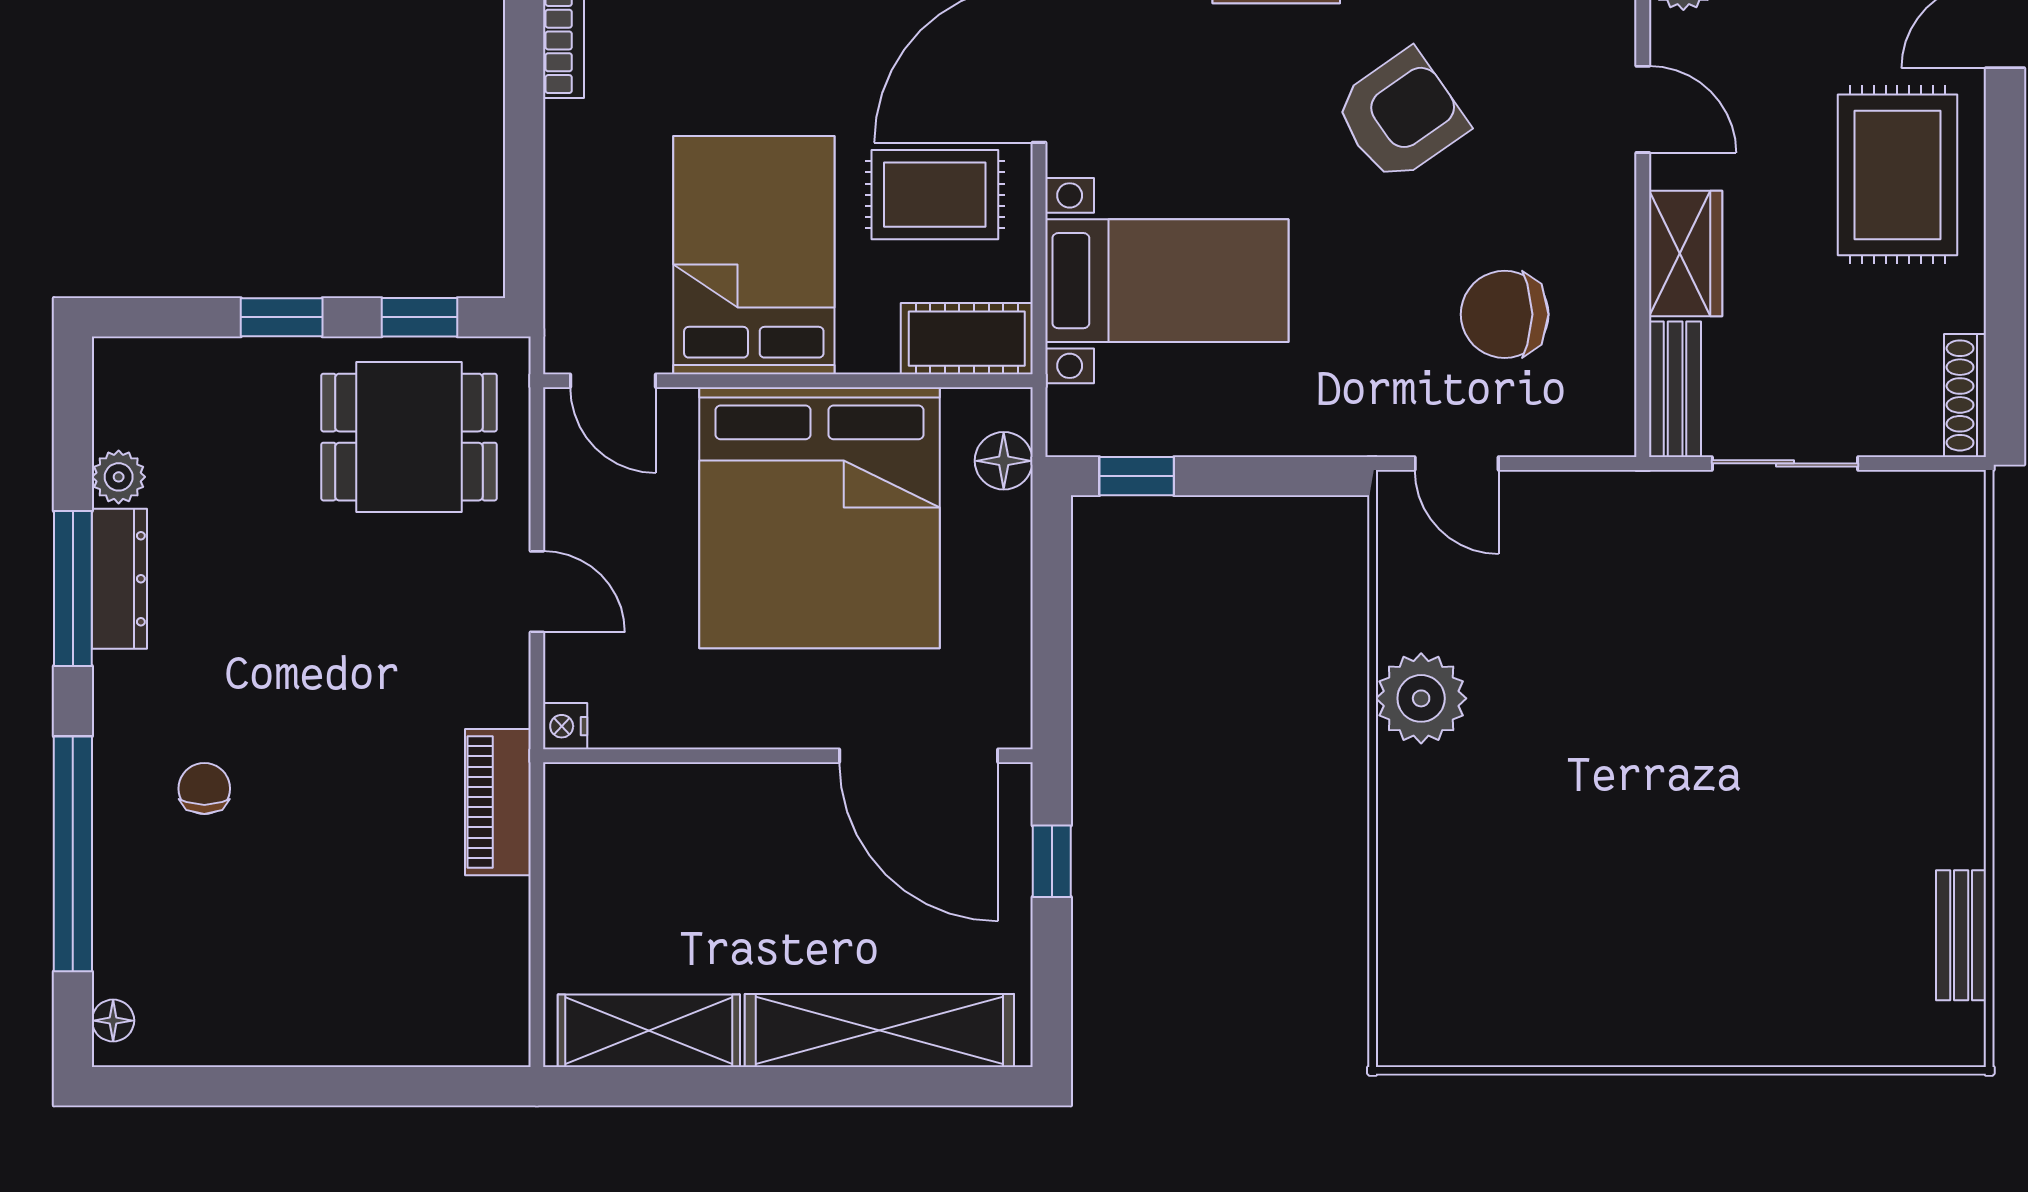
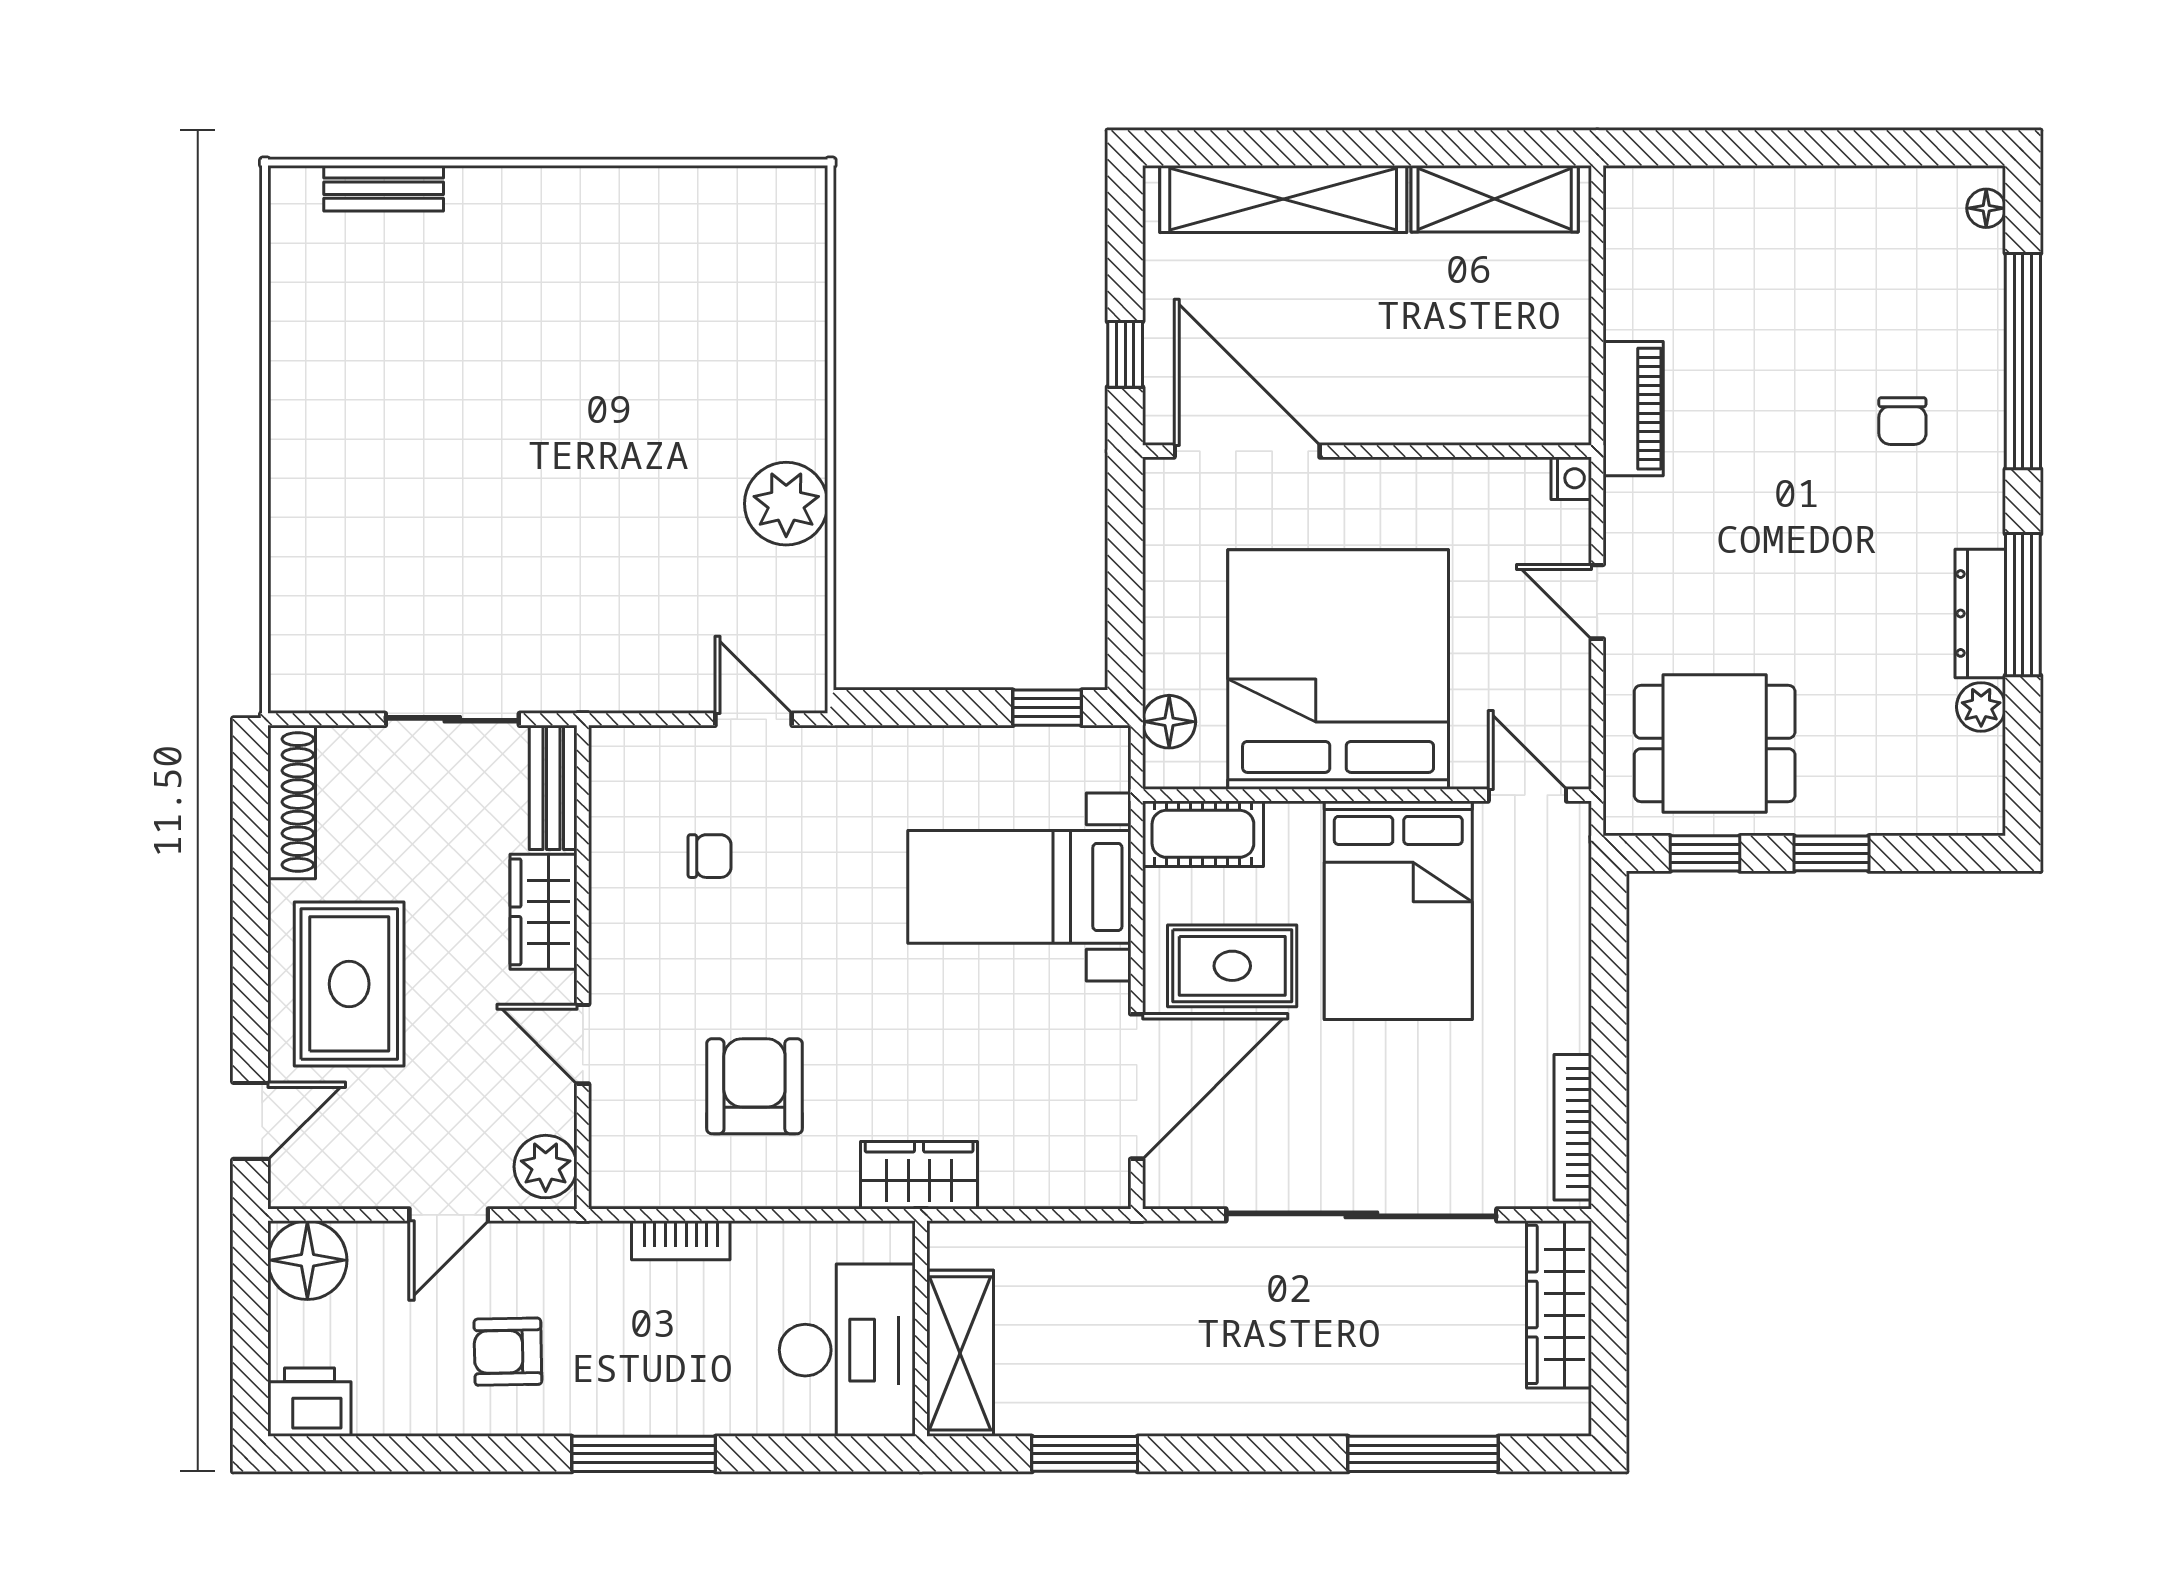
armchair: (1401, 116) -> (754, 1086), moved, turned 125
chair: (1505, 314) -> (709, 856), width x0.54, depth x0.54
shoe rack: (1965, 395) -> (292, 802), width x1.36, depth x1.24
bench: (1961, 935) -> (384, 188), moved, turned 90

